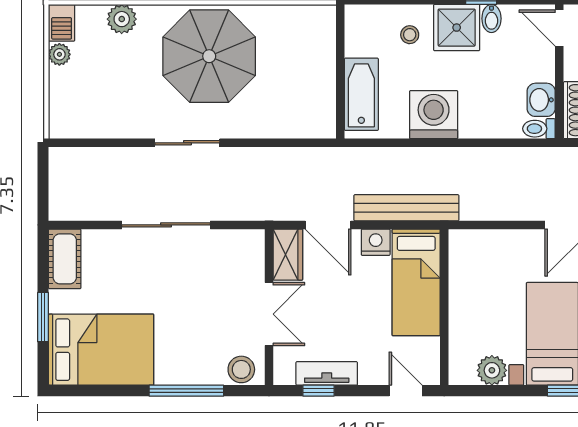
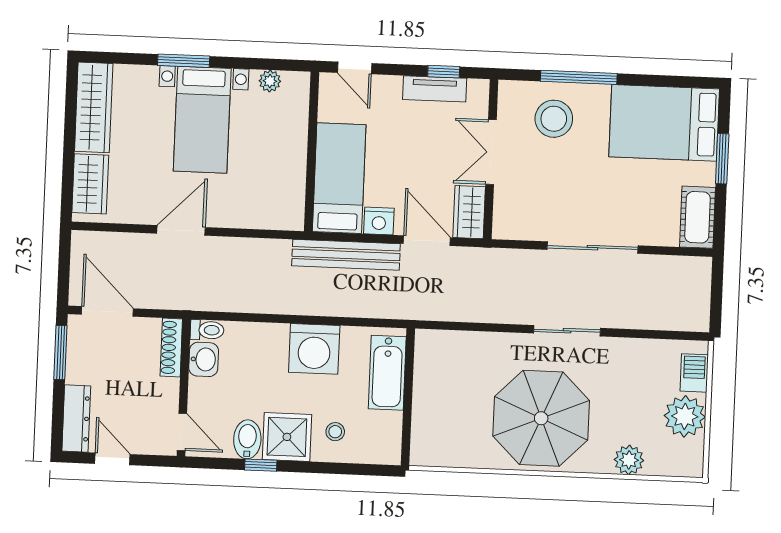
bidet: (491, 19) -> (247, 439), width x1.38, depth x1.36
barbecue: (62, 23) -> (694, 373), moved
plant: (59, 54) -> (685, 416), width x1.88, depth x1.88
stool: (241, 369) -> (554, 119), moved, width x1.38, depth x1.38
plant: (492, 370) -> (270, 81), width x0.73, depth x0.73

